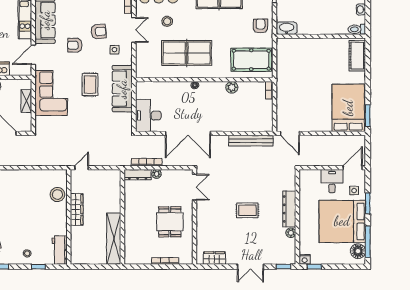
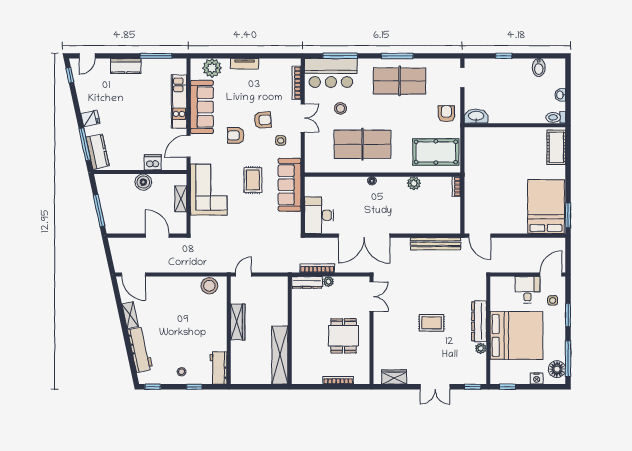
stool: (57, 195) -> (209, 286), moved
bed: (342, 221) -> (516, 335), moved, turned 180
nightstand: (305, 259) -> (537, 378), moved

